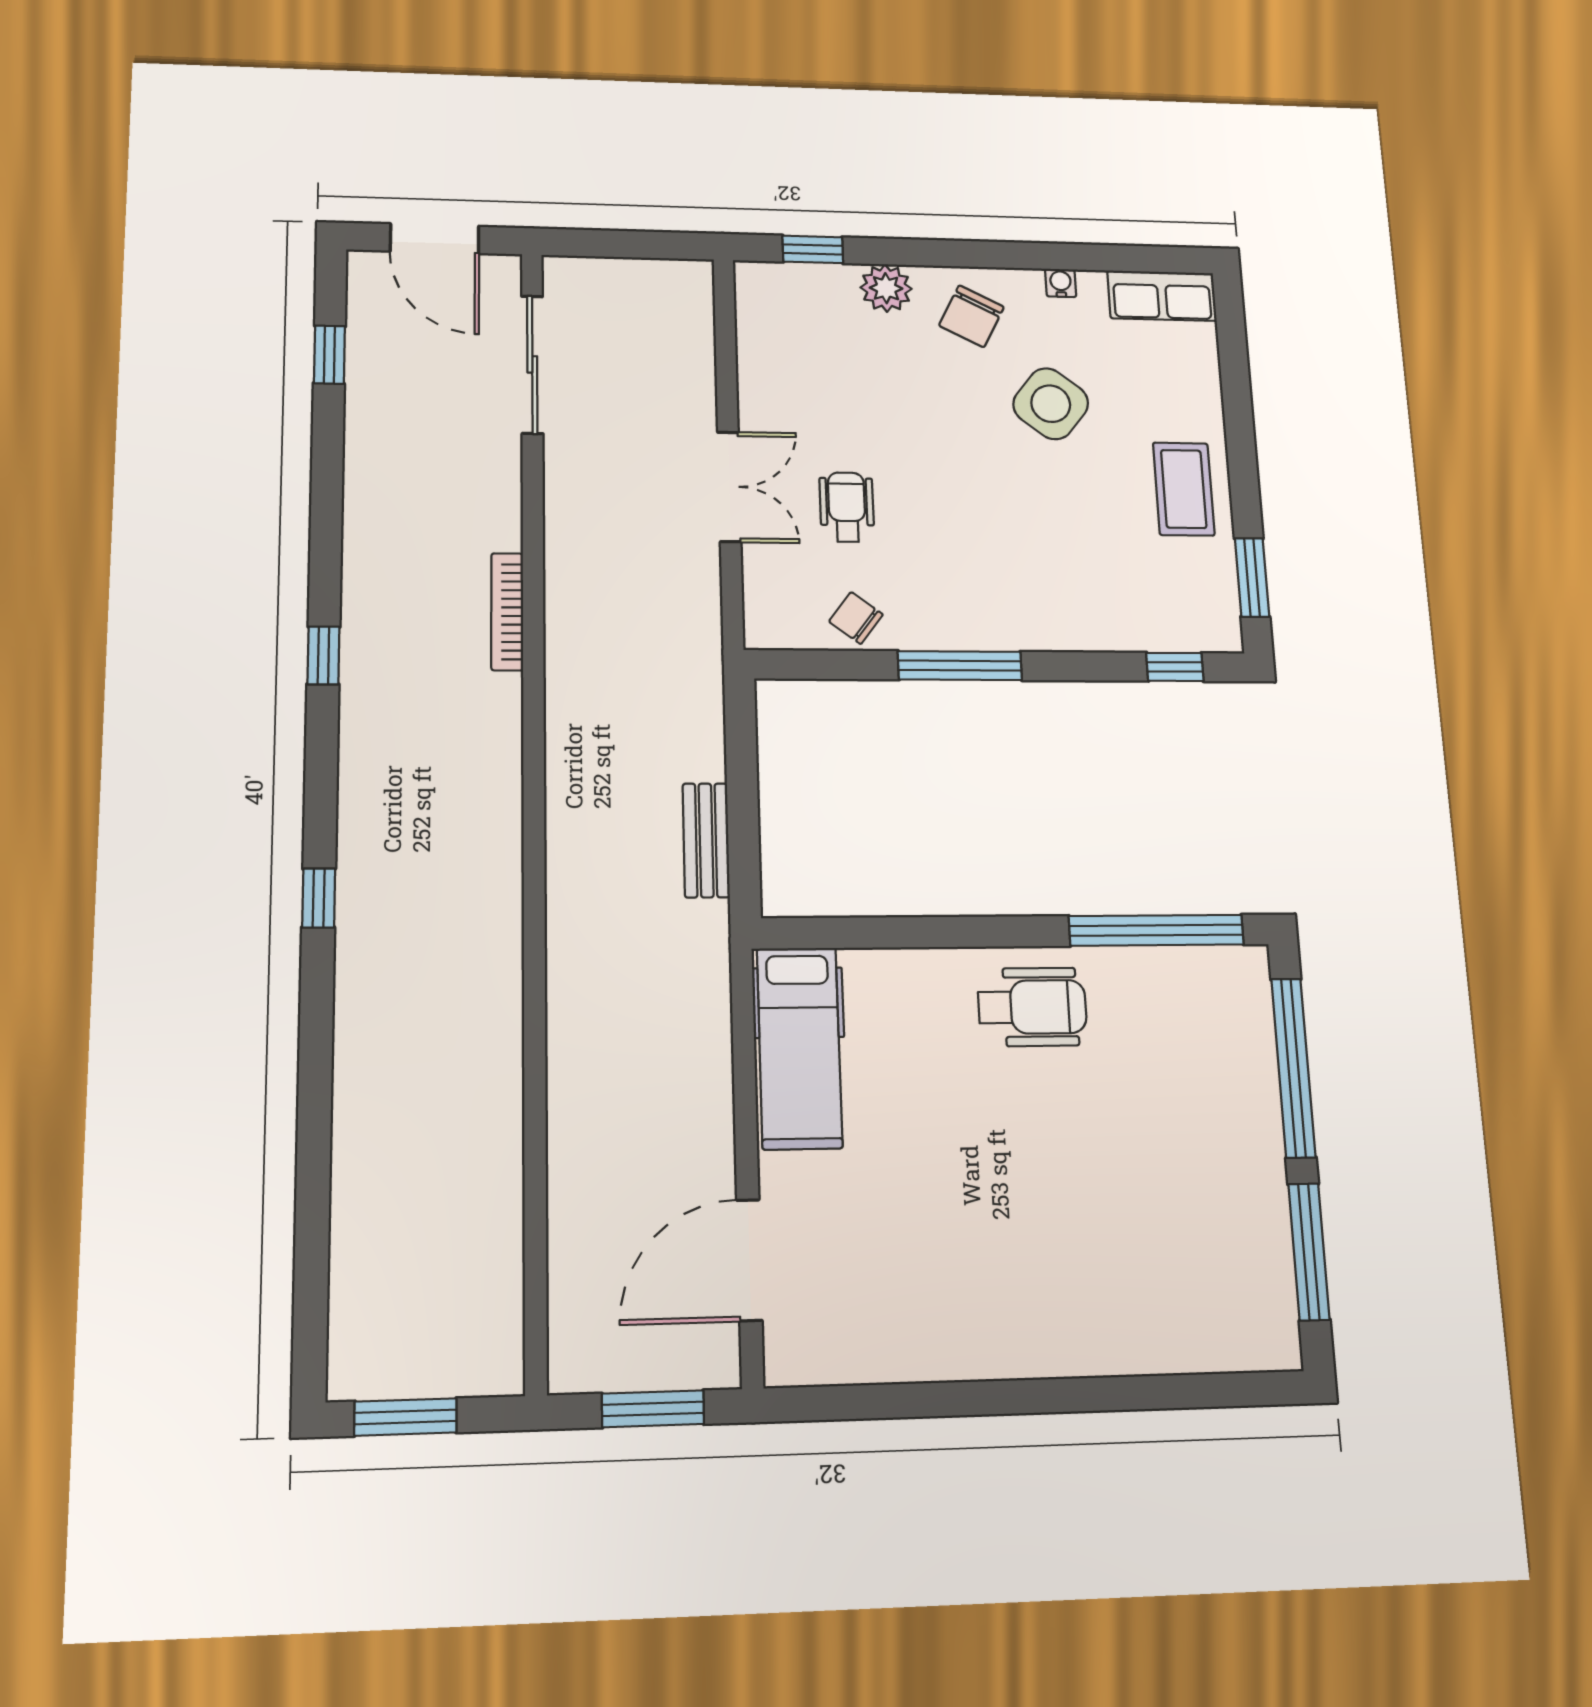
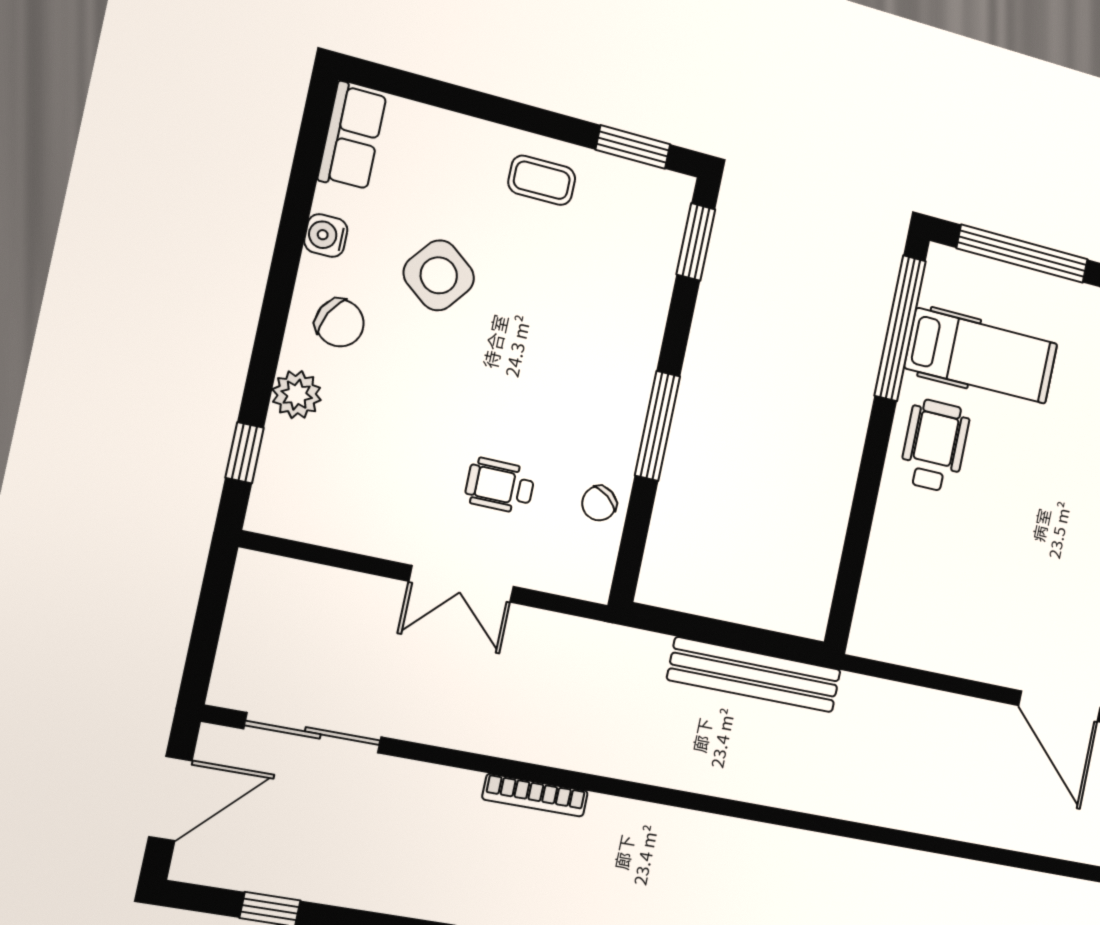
water cooler: (1061, 283) -> (326, 236), width x1.38, depth x1.38
double door: (729, 487) -> (461, 584), swing flipped
coffee table: (1184, 489) -> (542, 180), width x0.73, depth x0.77
window: (1175, 667) -> (696, 242), width x1.50
bench: (706, 840) -> (754, 675), width x1.86, depth x1.21
hospital bed: (799, 1048) -> (981, 356), moved

